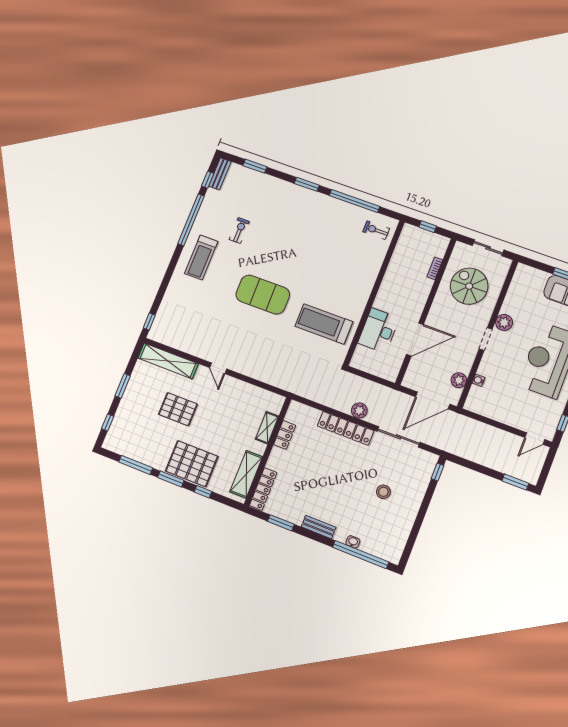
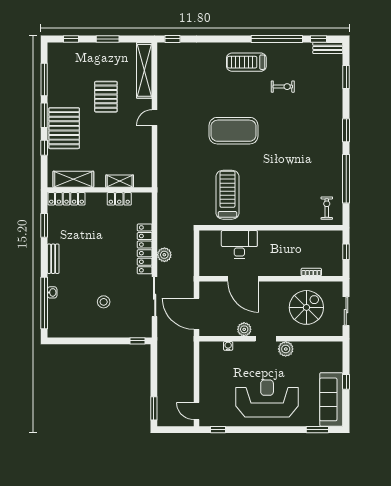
exercise mat: (263, 295) -> (234, 131), turned 90
plant: (459, 380) -> (244, 329), moved

